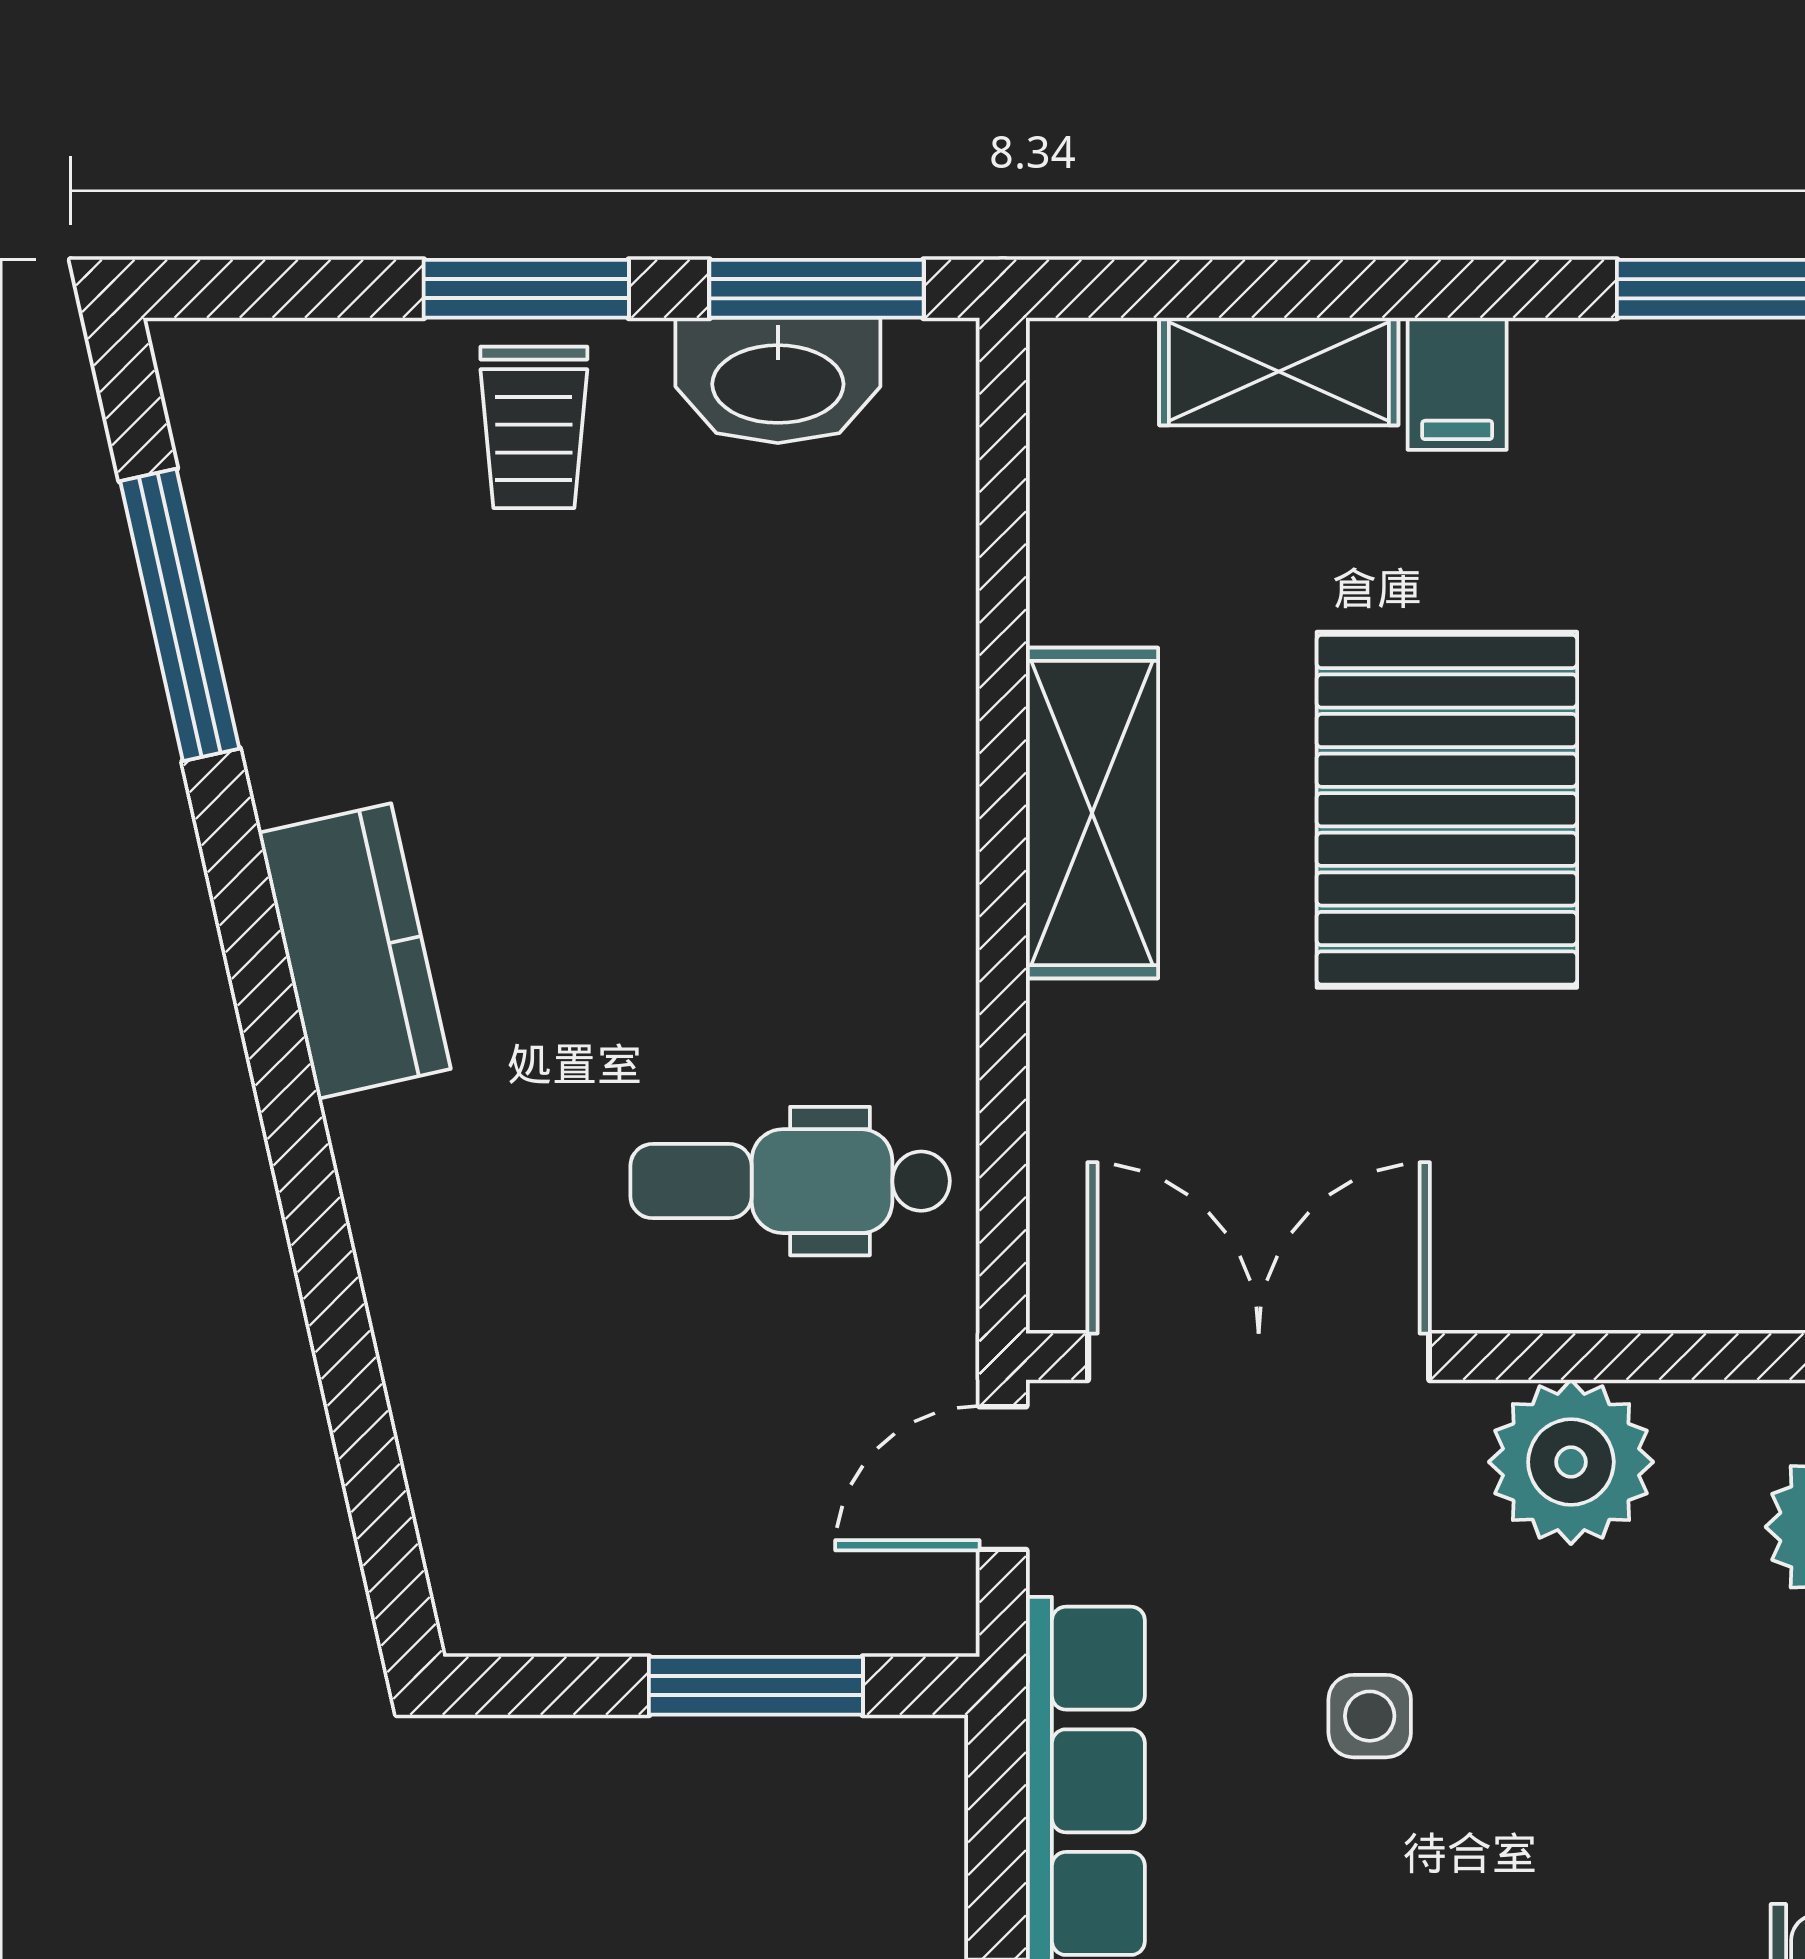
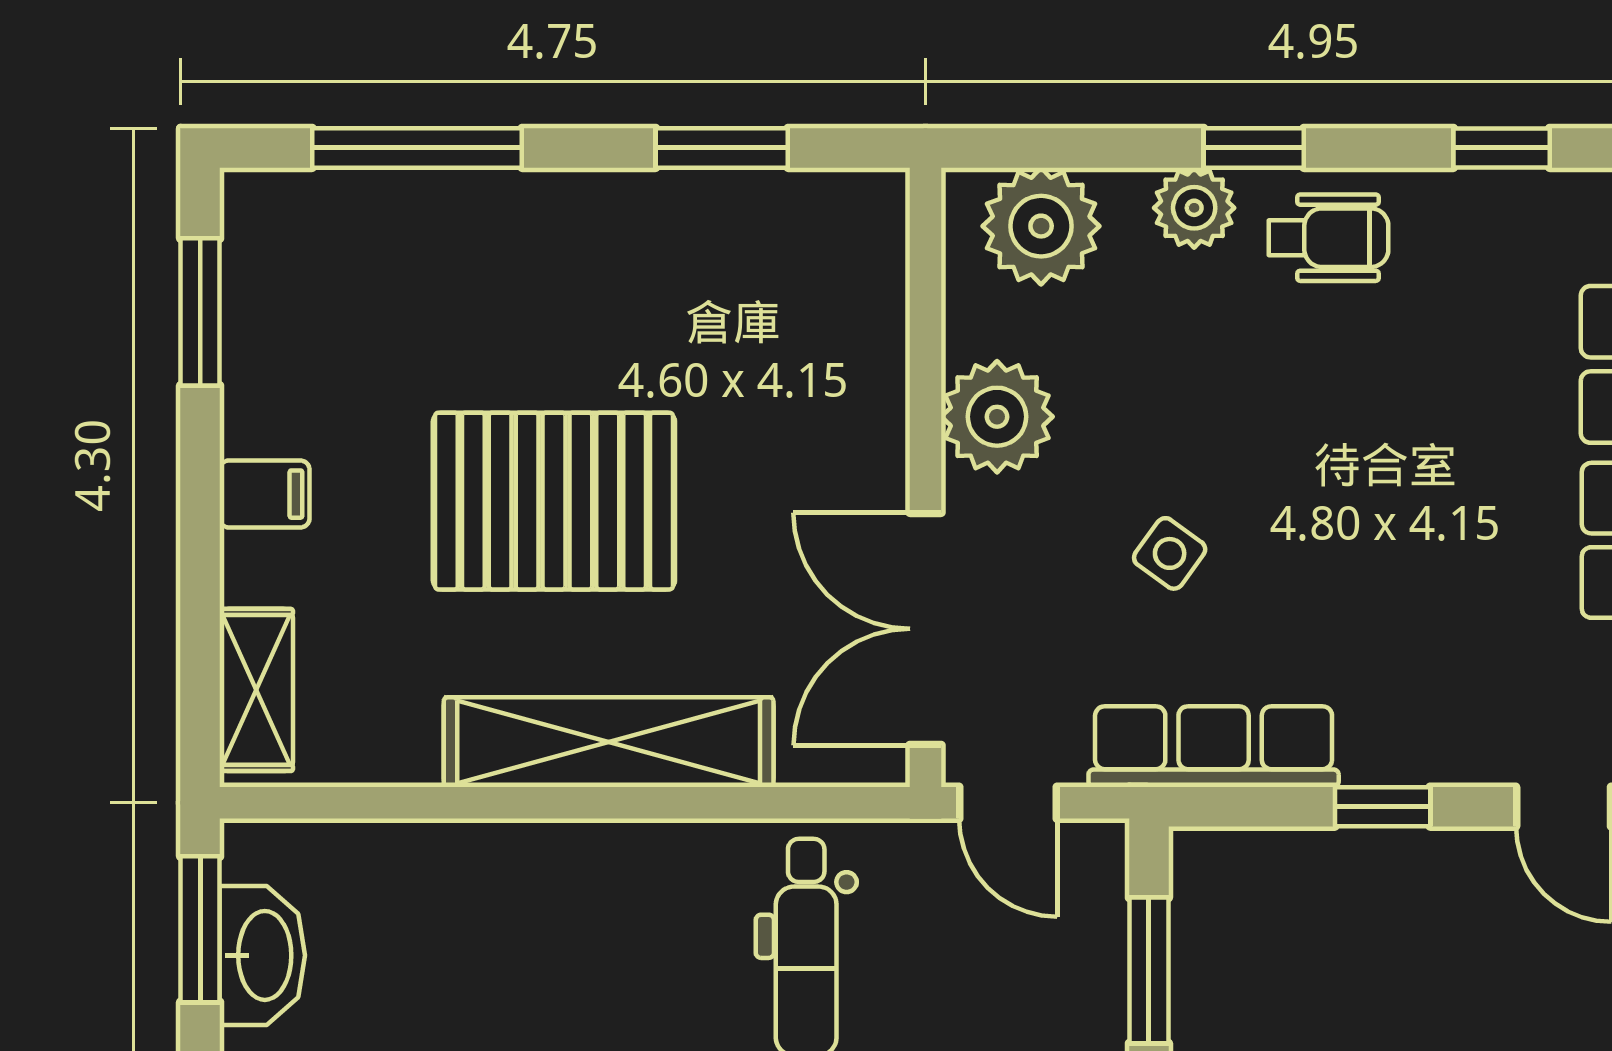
shelving: (1279, 371) -> (256, 690), moved
shelving: (1092, 813) -> (609, 742), width x1.47
side table: (1370, 1716) -> (1170, 553), turned 36

